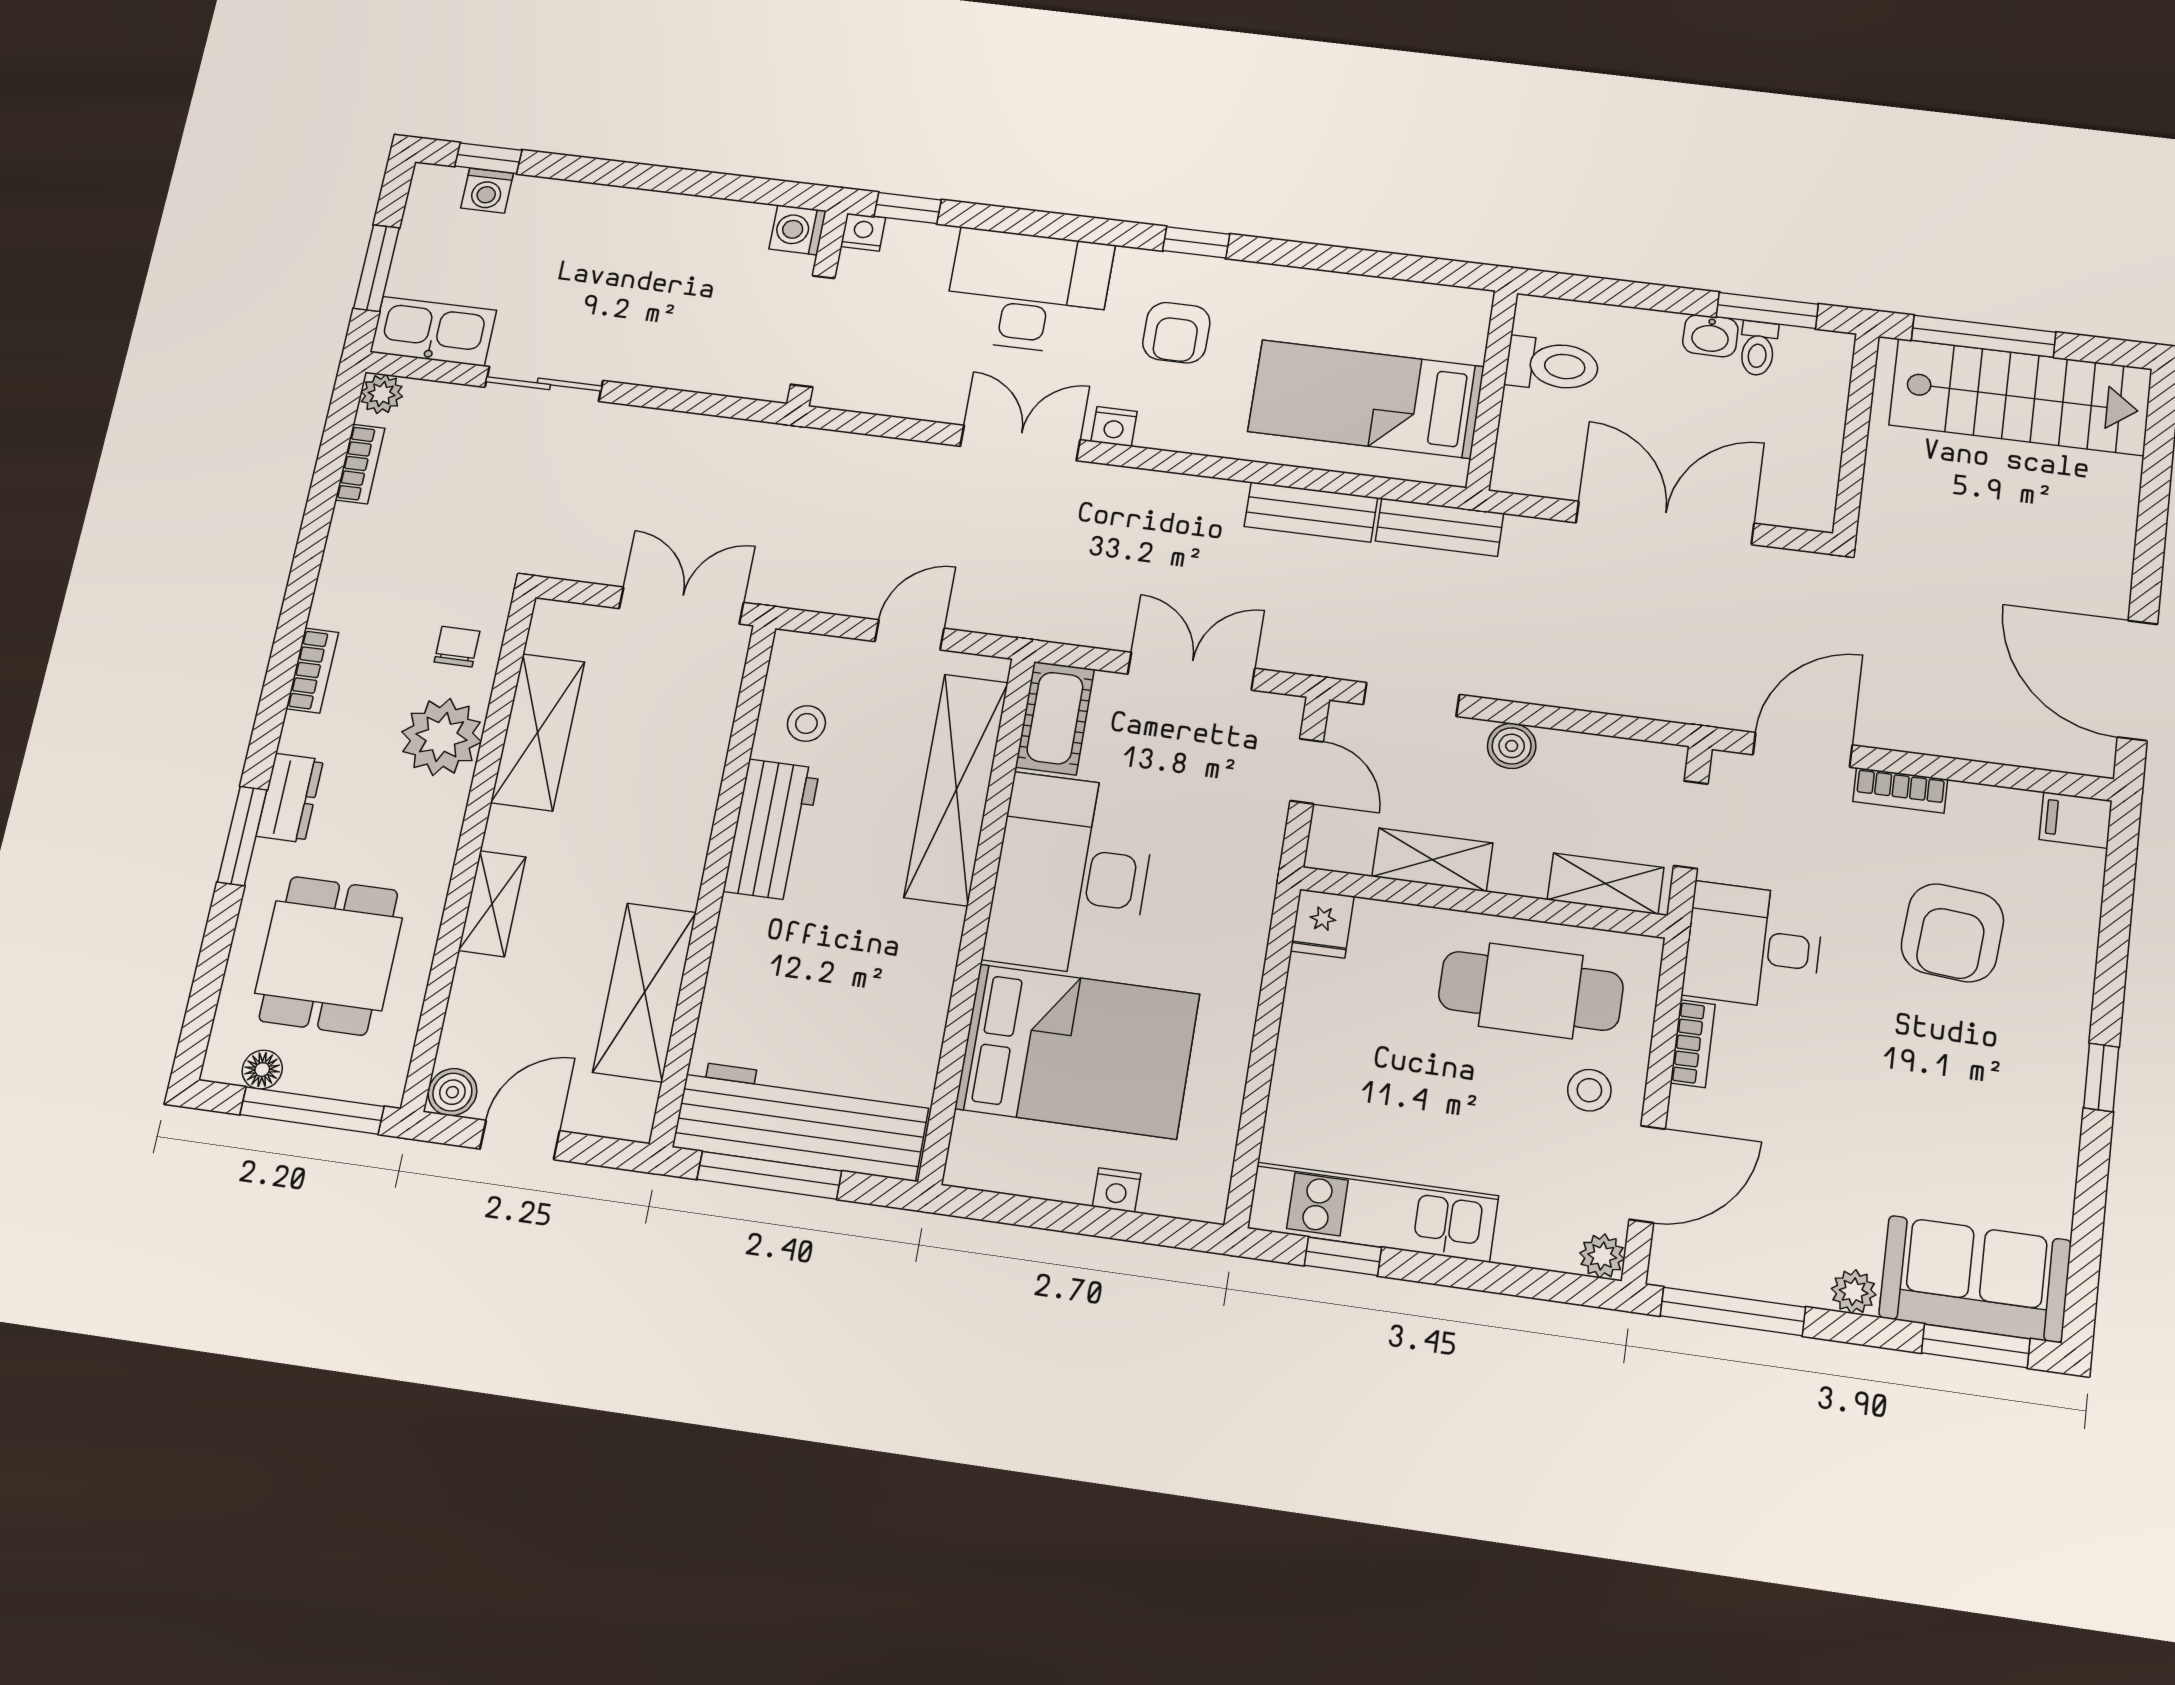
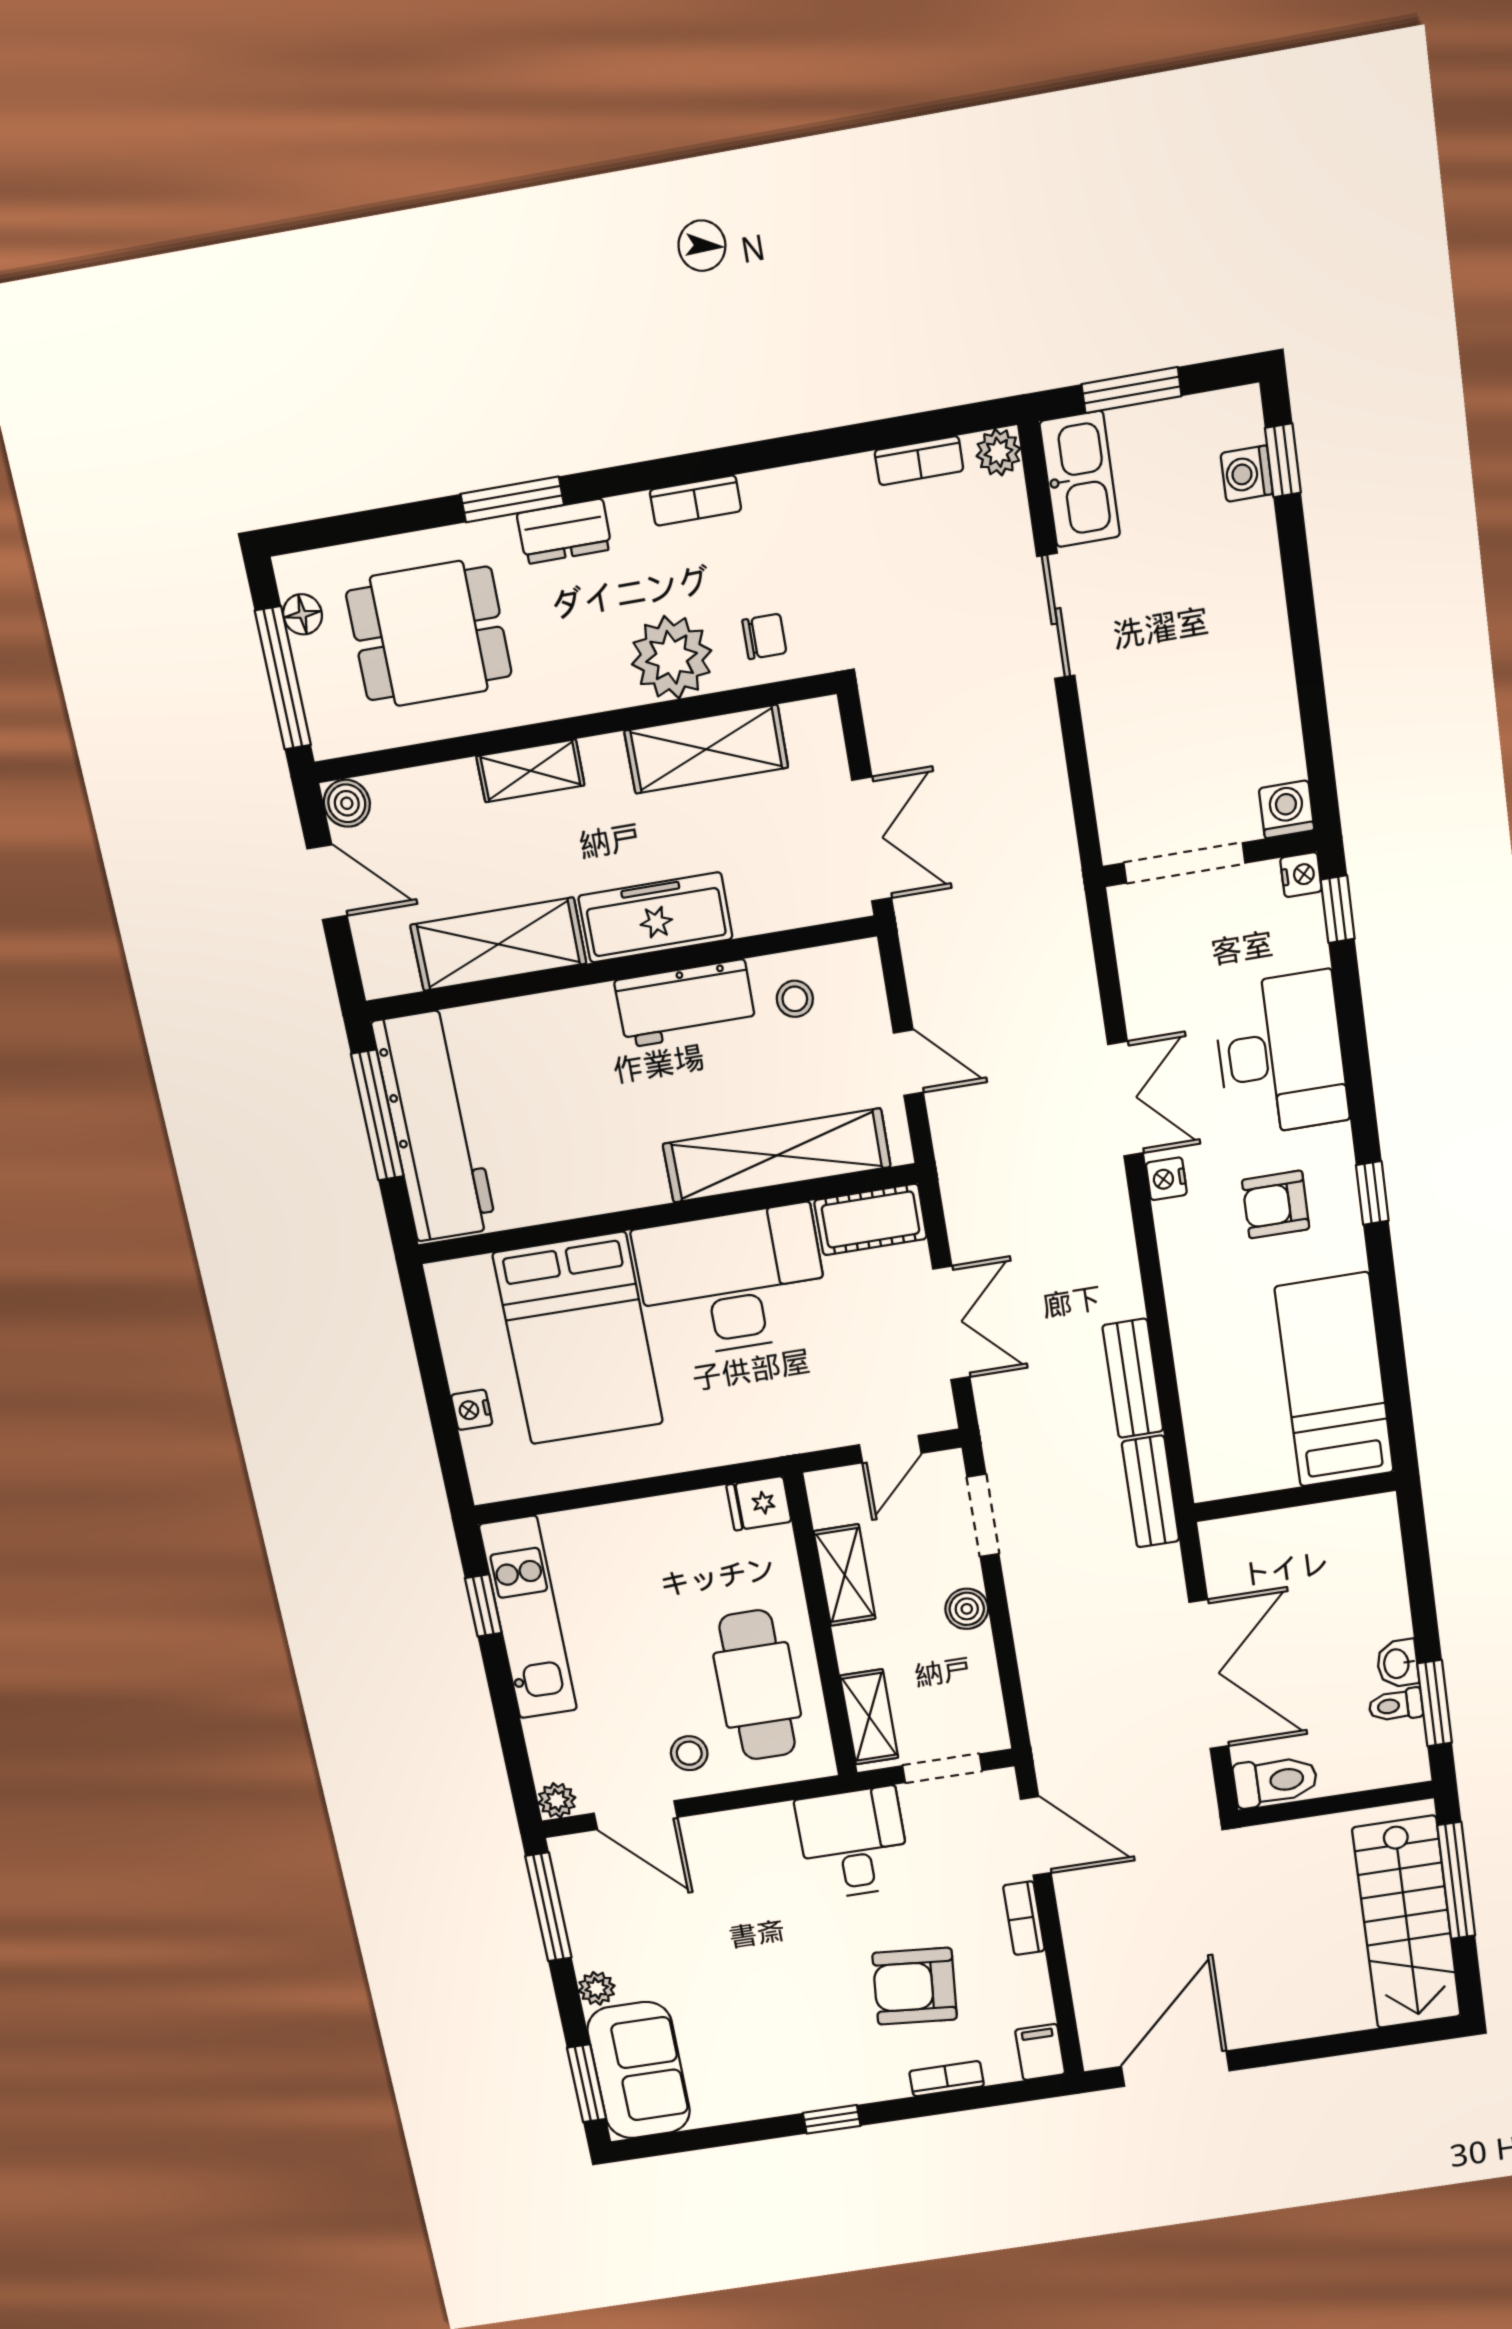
toilet: (1552, 365) -> (1275, 1781), moved, turned -90
bed: (1366, 399) -> (1334, 1380), moved
freezer: (677, 831) -> (655, 917), added
bookcase: (1693, 1044) -> (947, 2079), moved, turned 180

